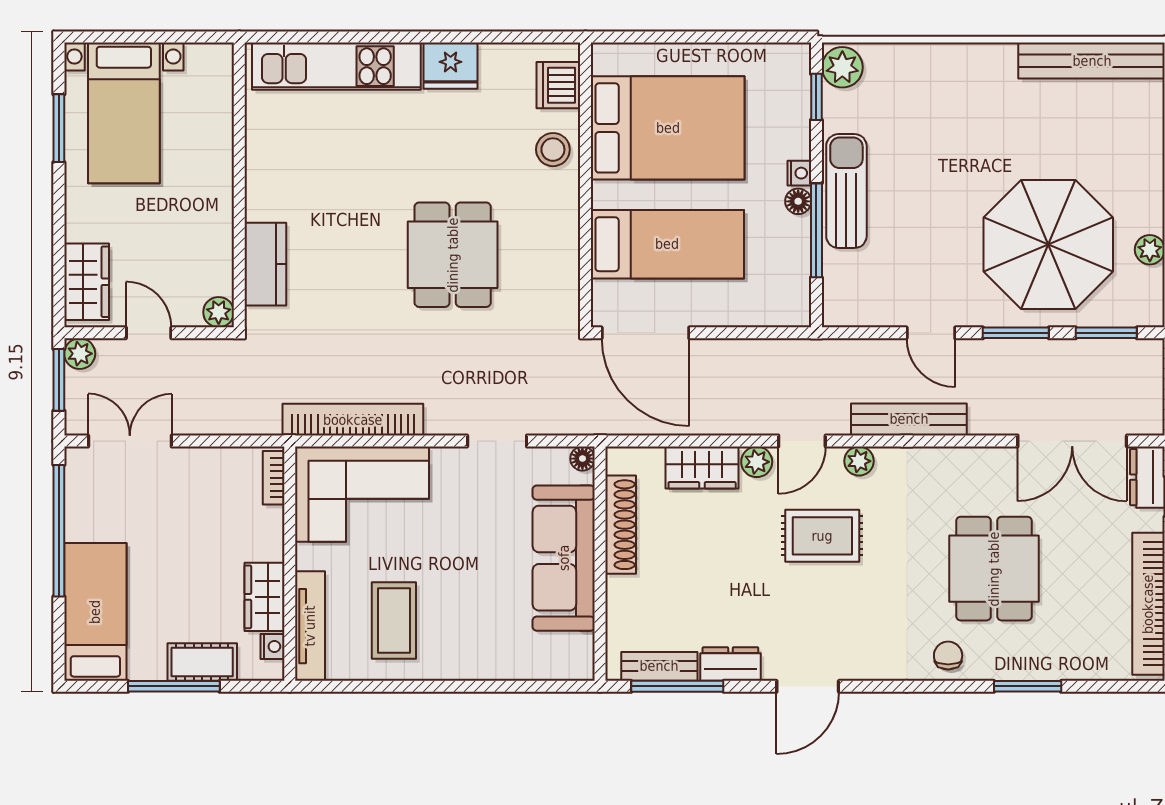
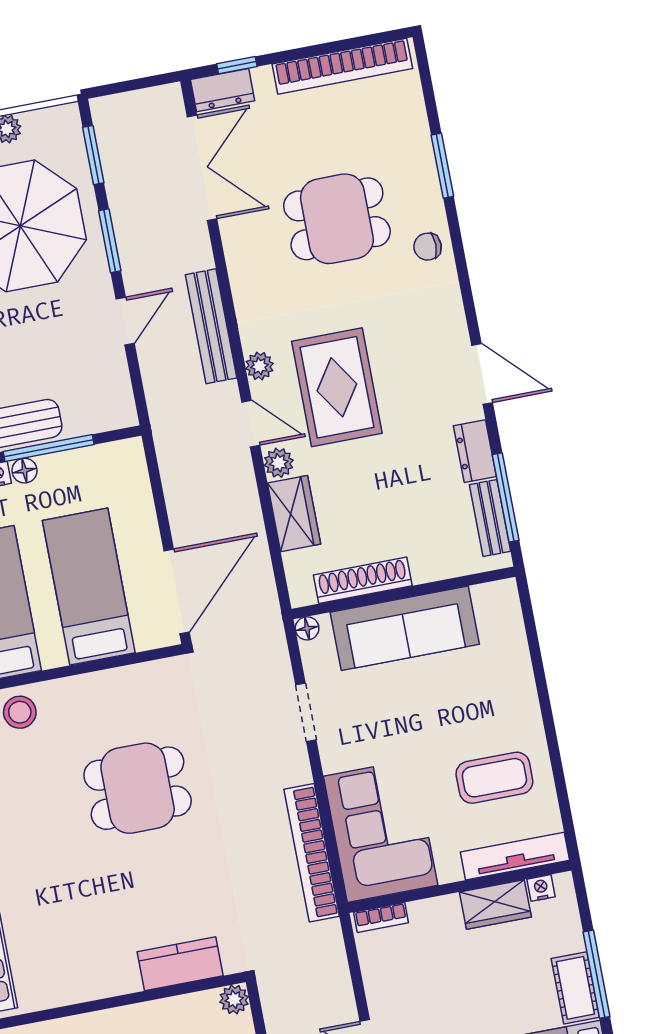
rug: (822, 536) -> (337, 387), width x1.36, depth x1.43
cot: (202, 662) -> (575, 988), moved

